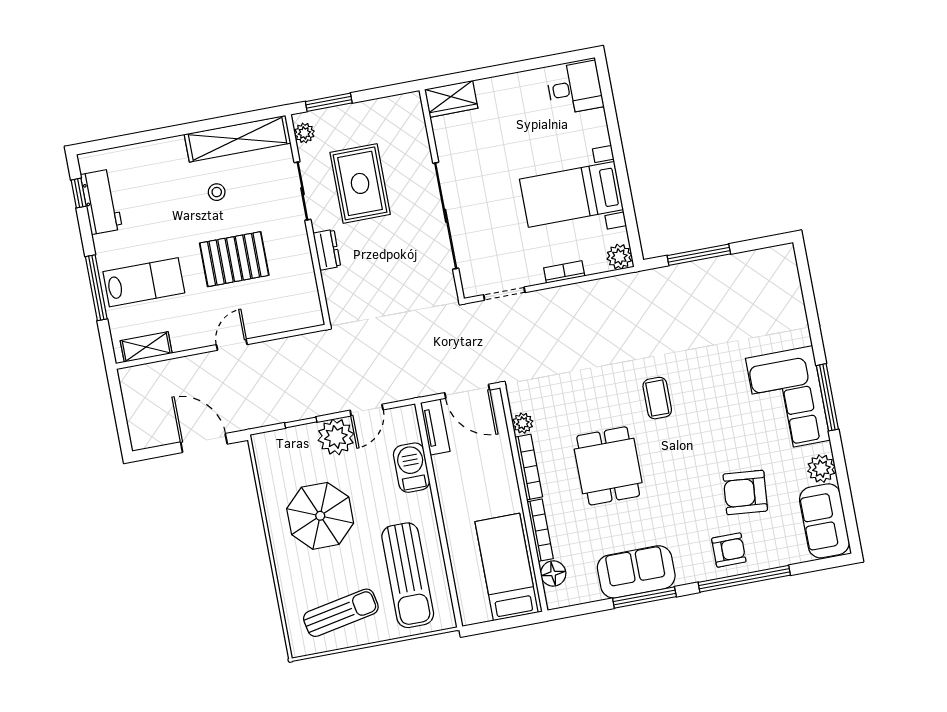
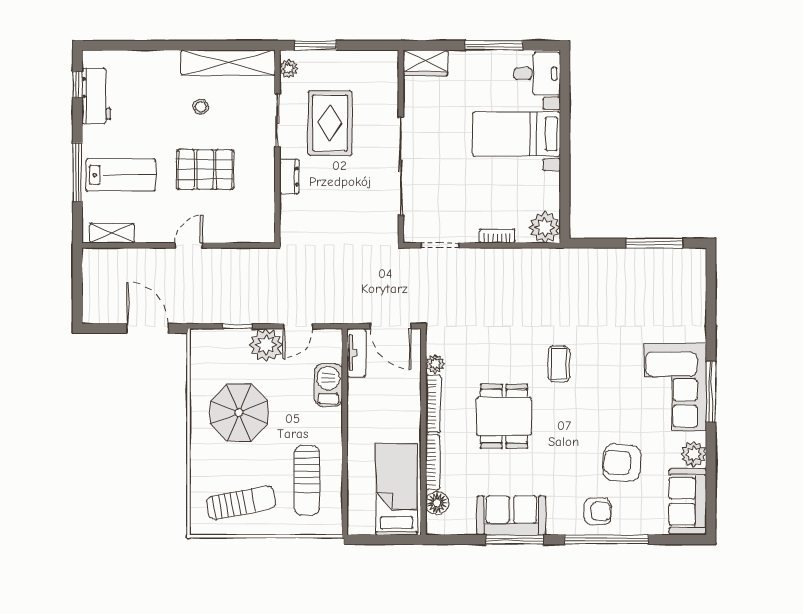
window: (522, 66) -> (494, 45), added
bed with nightstands: (571, 194) -> (517, 134), moved
window: (699, 255) -> (654, 243), moved
plant: (619, 257) -> (545, 227), width x1.36, depth x1.36
sun lounger: (408, 575) -> (307, 480), width x0.73, depth x0.75

